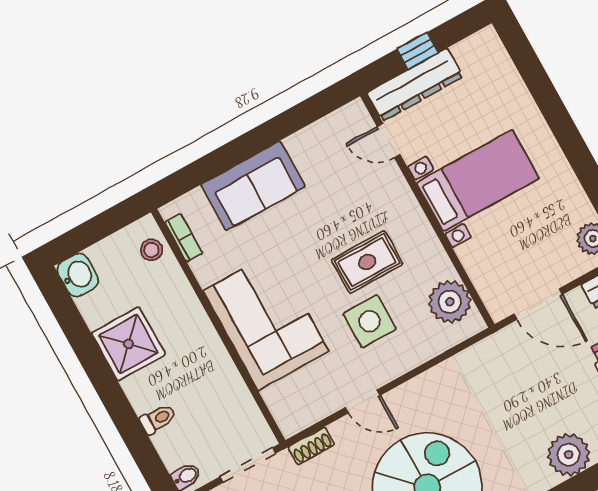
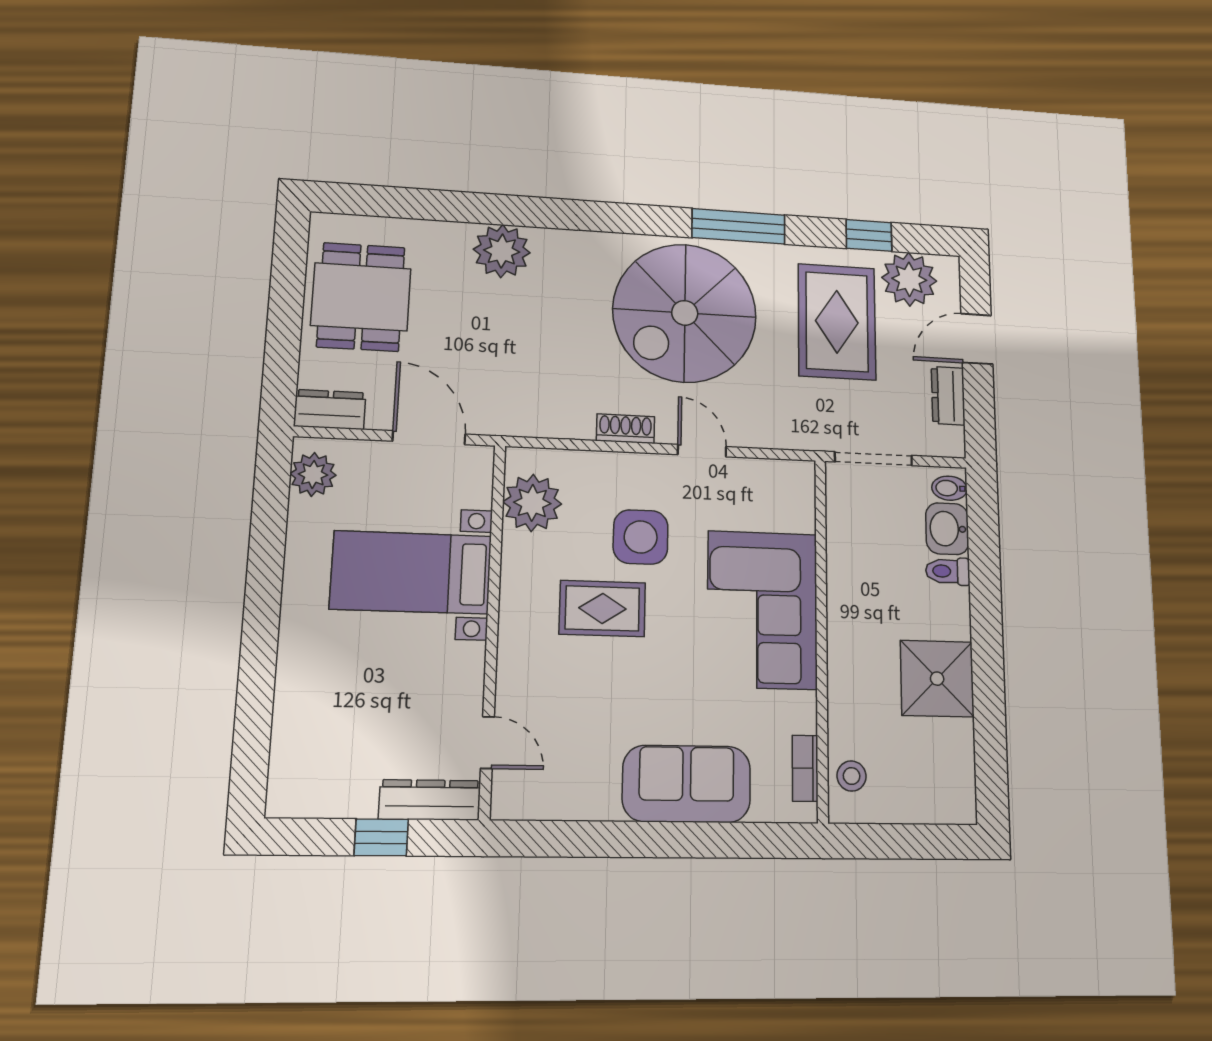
dresser: (415, 85) -> (430, 800), width x0.73, depth x0.80
bed with nightstands: (478, 180) -> (411, 572), moved
washbasin: (78, 275) -> (947, 529), moved
shoe rack: (311, 446) -> (626, 429), moved

